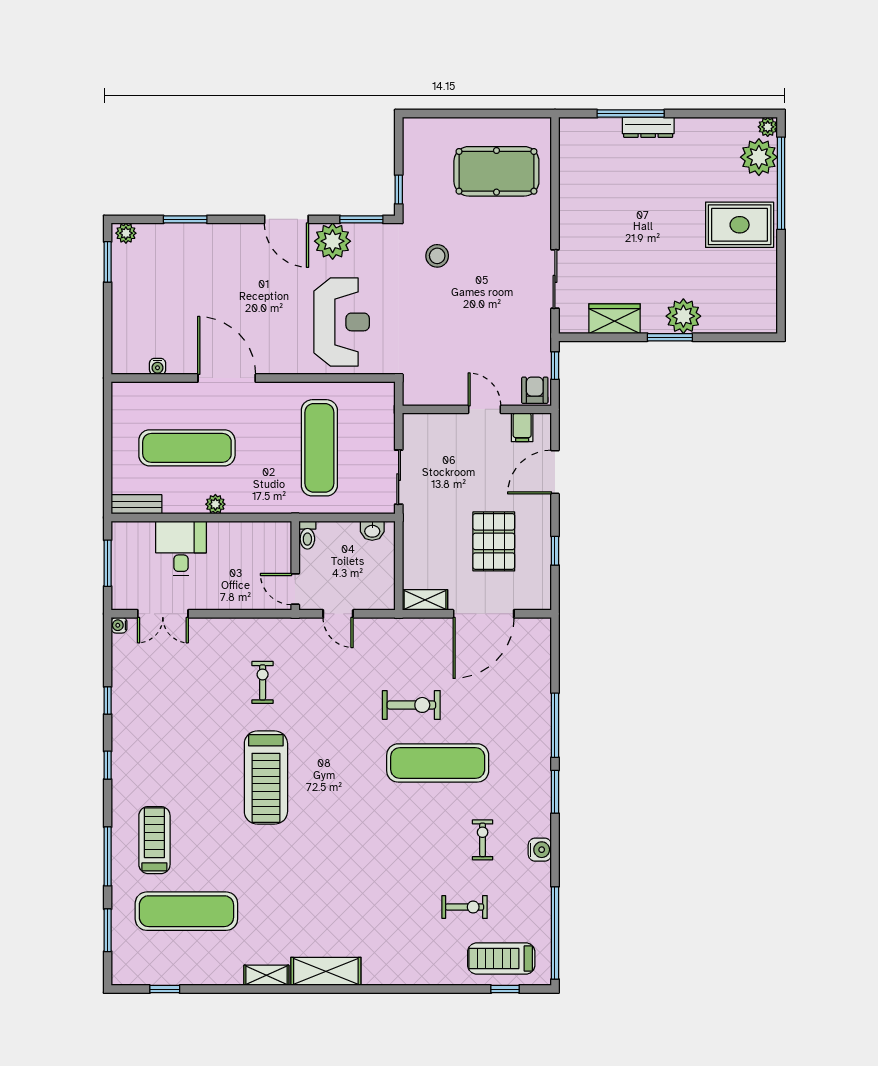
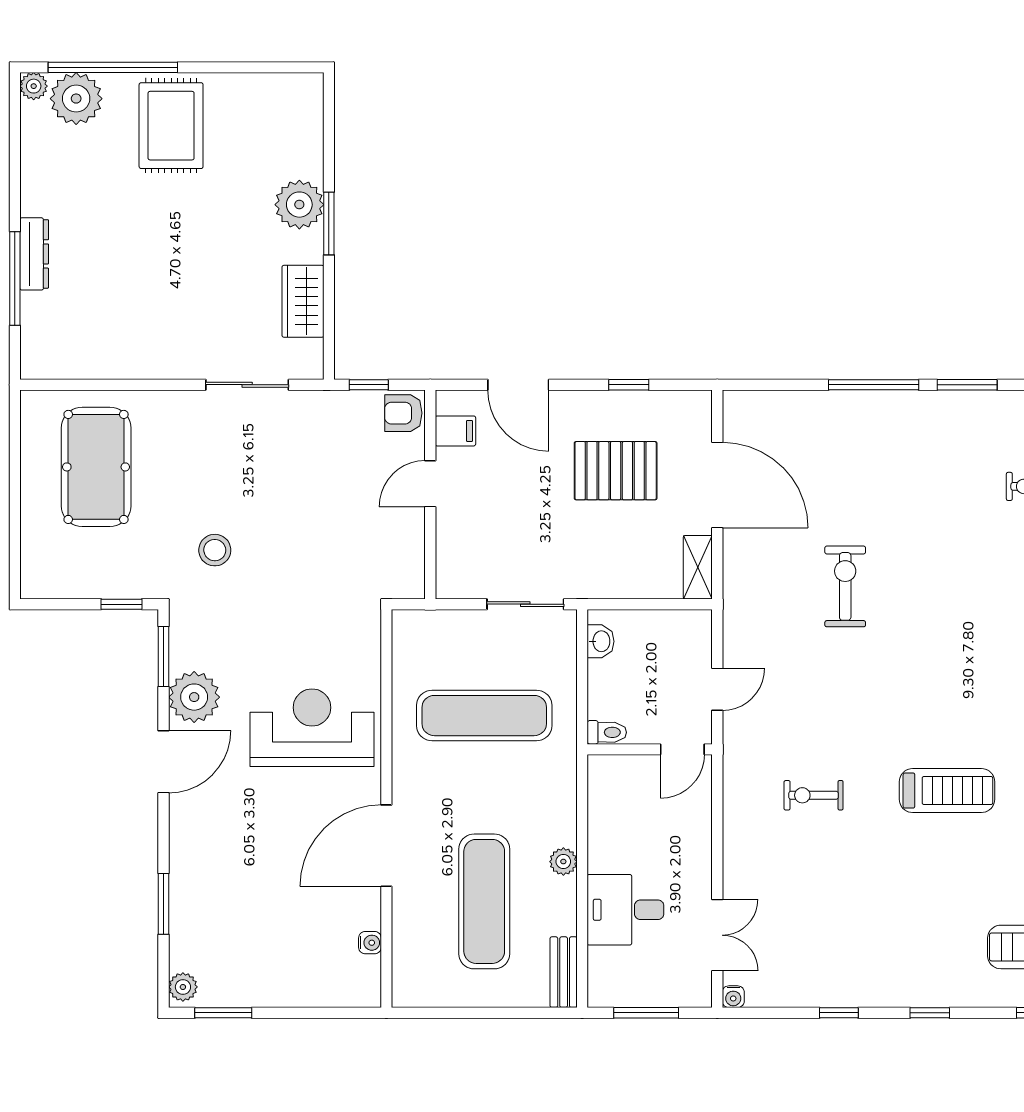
reception desk: (342, 322) -> (312, 728), moved
exercise mat: (438, 763) -> (927, 549), removed
treadmill: (266, 778) -> (947, 791), width x0.73, depth x0.73

